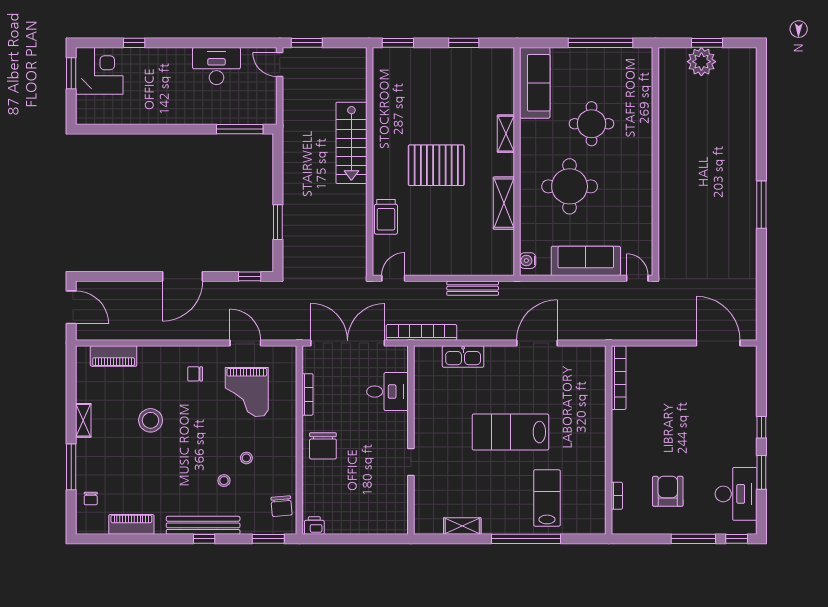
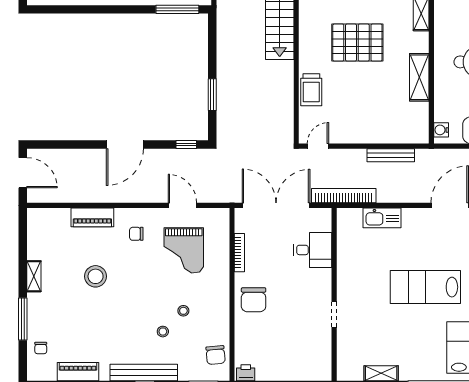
piano: (114, 356) -> (92, 217), moved

